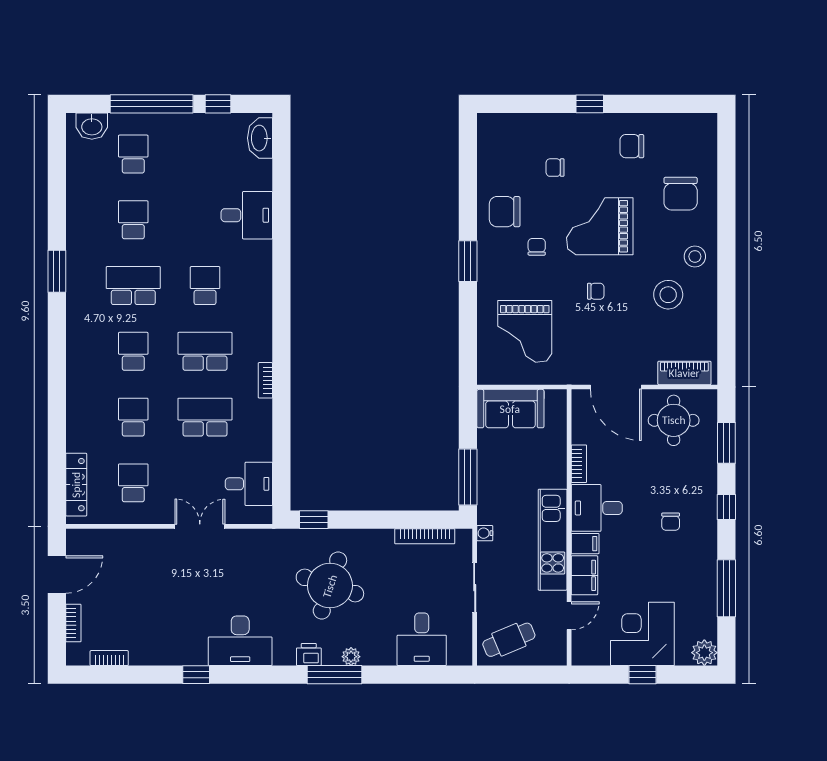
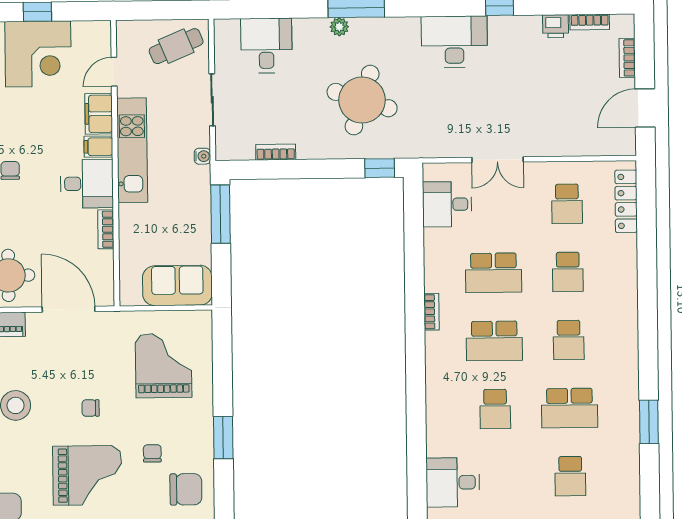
chair: (537, 247) -> (152, 453), turned 180
bookcase: (425, 536) -> (276, 152), width x0.64
printer: (309, 654) -> (556, 26), moved

